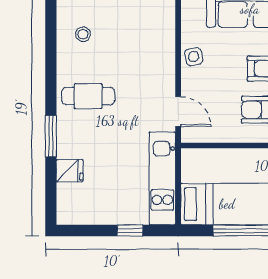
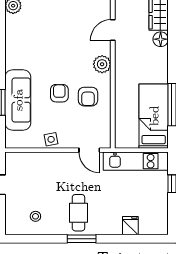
door: (178, 111) -> (89, 150), swing flipped
window: (51, 136) -> (82, 239), moved

